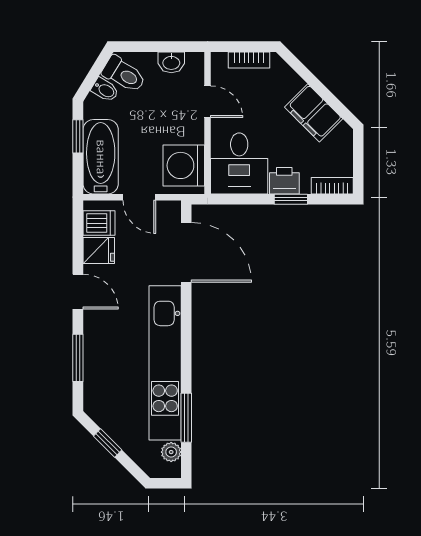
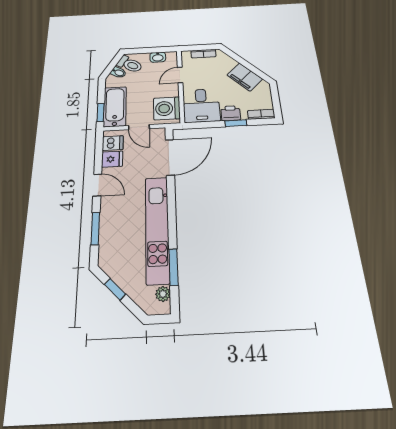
door: (208, 102) -> (180, 75), swing flipped
window: (78, 136) -> (100, 113), moved
door: (186, 252) -> (170, 157), hinge flipped

